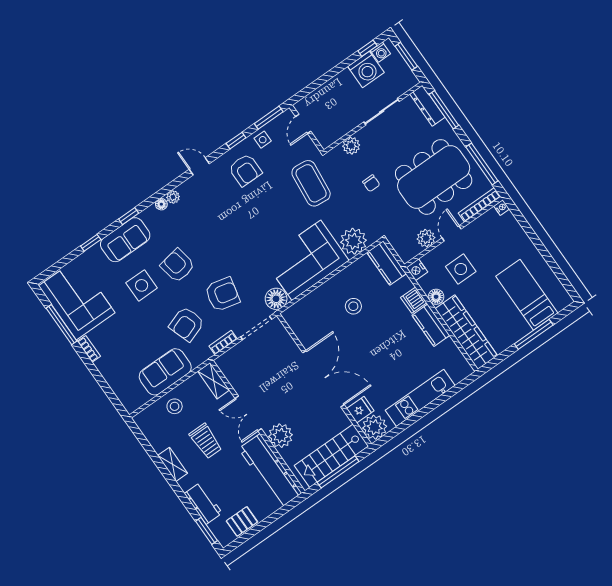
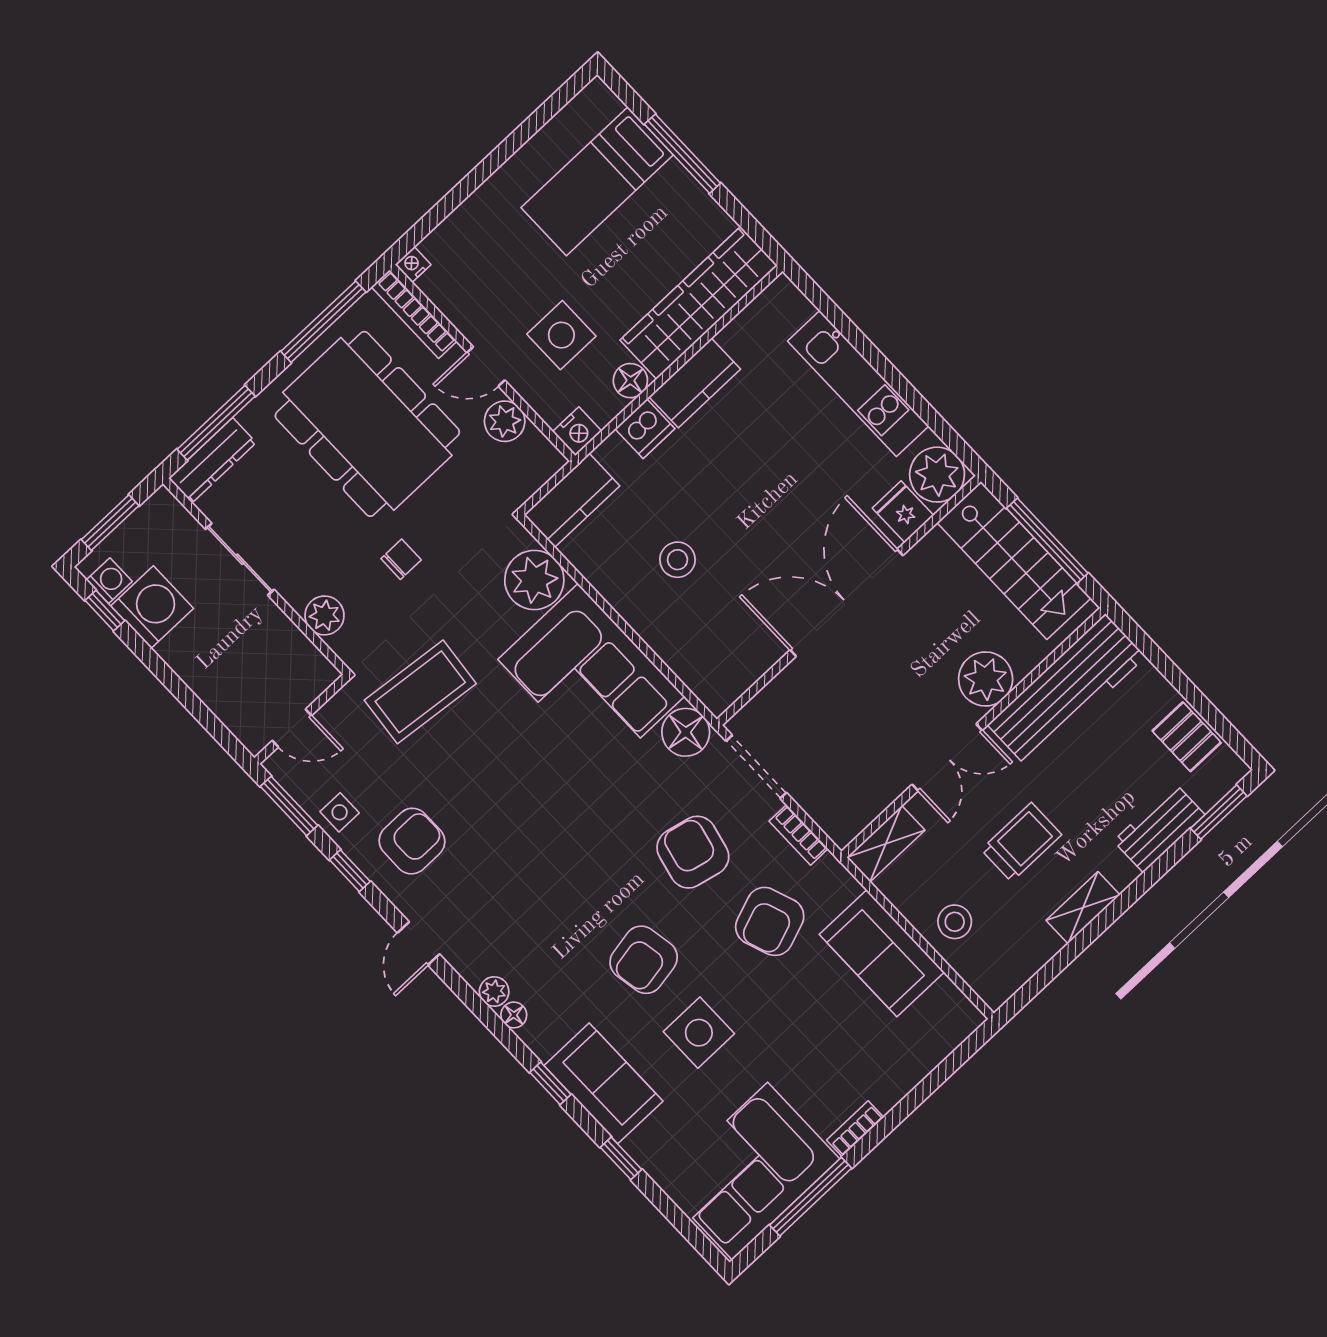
armchair: (187, 324) -> (770, 921), turned 89

